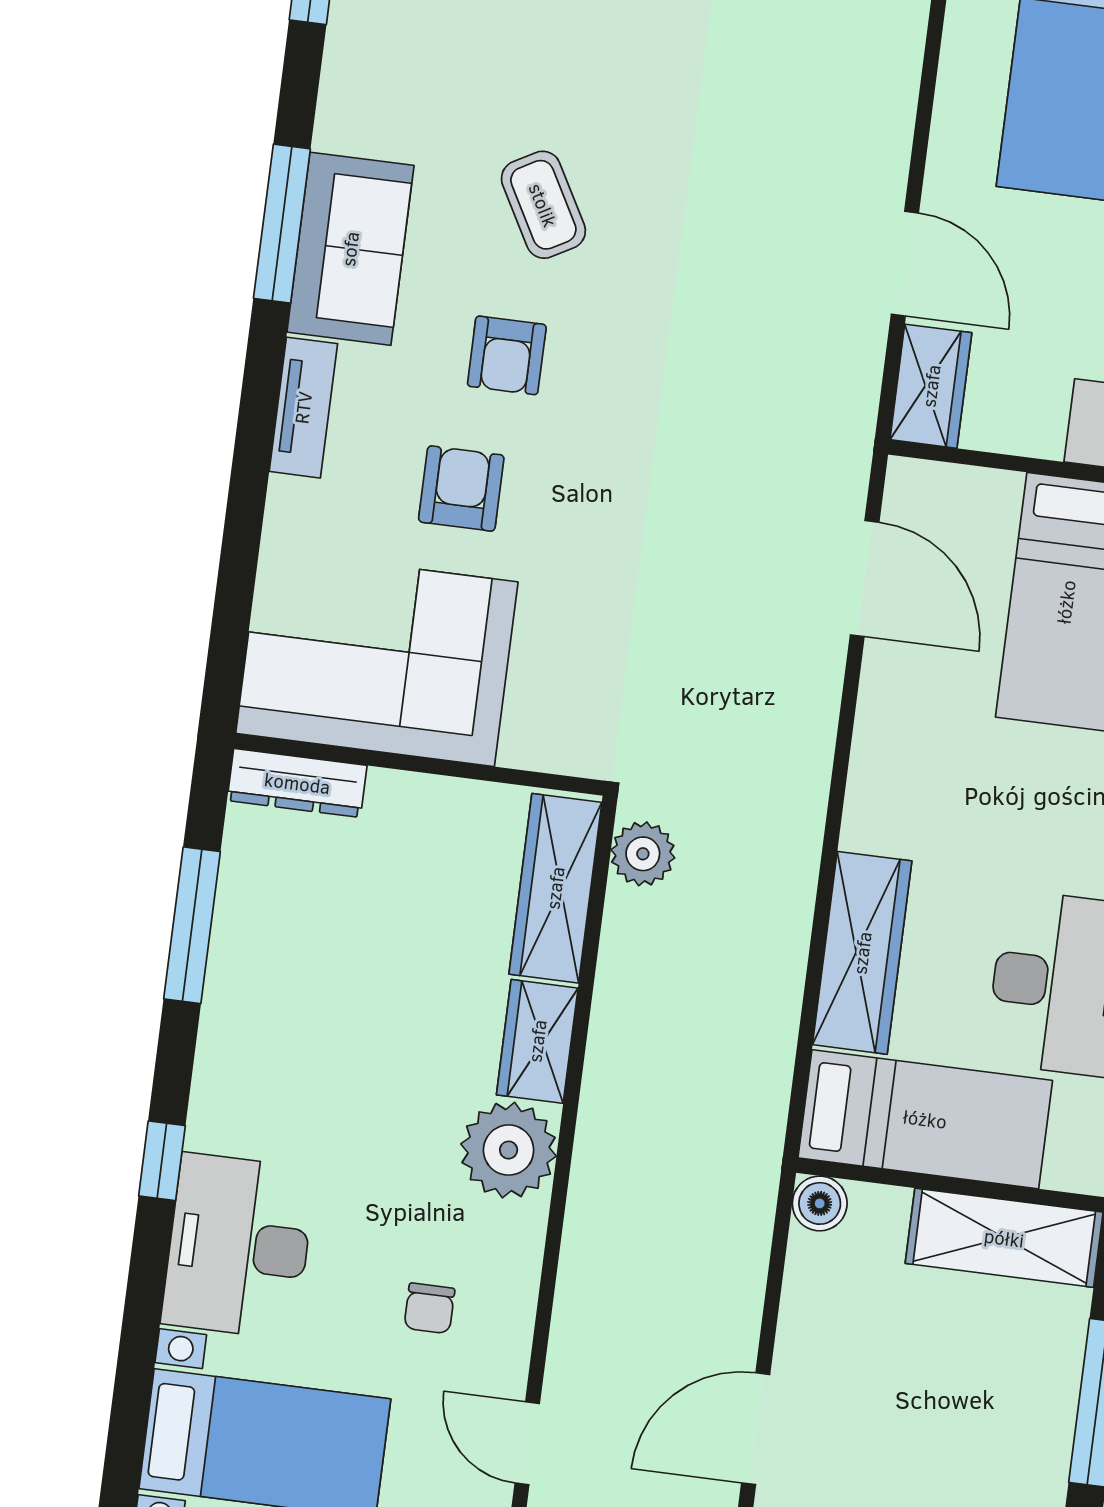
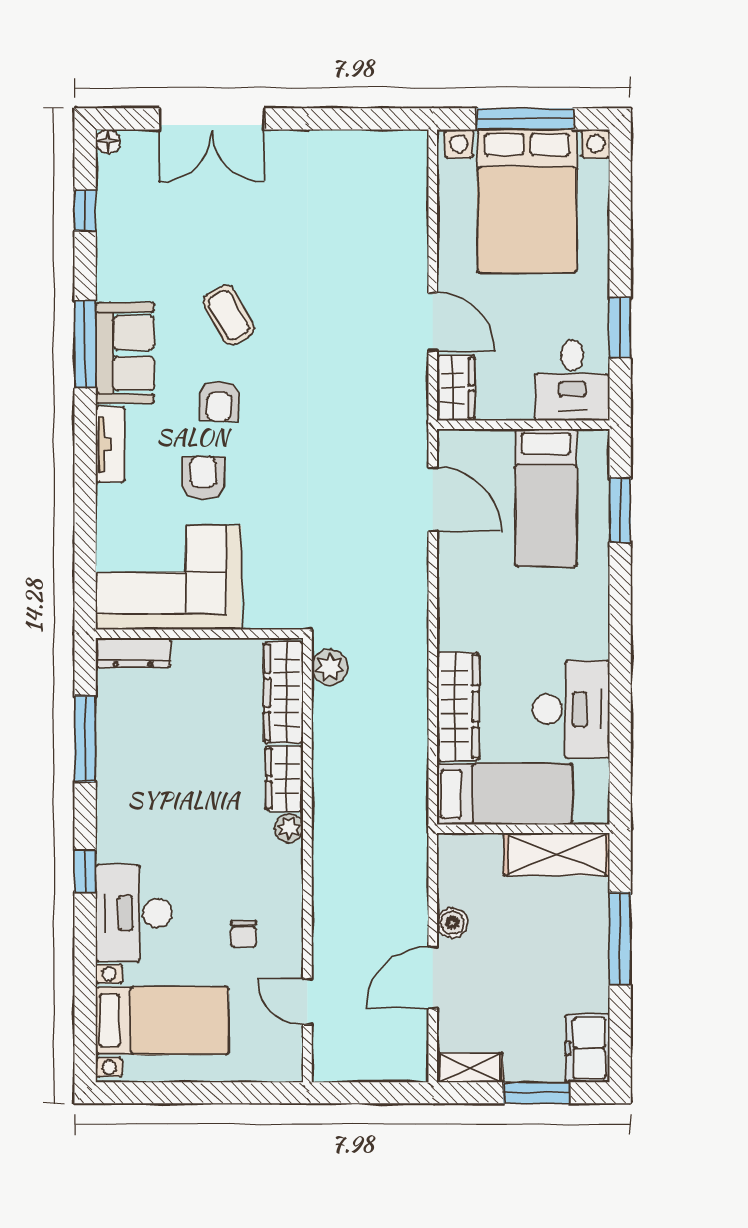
plant: (509, 1150) -> (289, 828), width x0.53, depth x0.53
boiler: (820, 1203) -> (452, 923), moved

